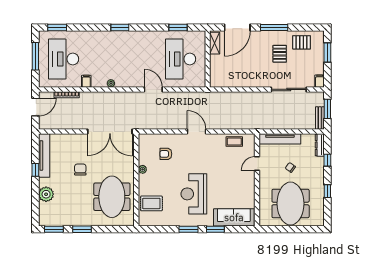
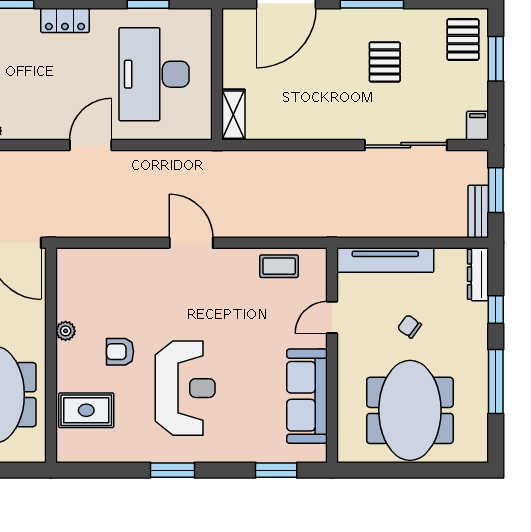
locker: (142, 36) -> (65, 20), added
pallet: (302, 42) -> (463, 40), moved, turned 90
shelving: (215, 43) -> (233, 115), moved
door: (153, 89) -> (91, 145), hinge flipped
armchair: (166, 154) -> (120, 352), moved
window: (327, 191) -> (496, 382), width x2.17
reception desk: (194, 194) -> (185, 388), turned 180
sofa: (234, 217) -> (307, 396), moved, turned -90
window: (215, 229) -> (276, 470), moved

